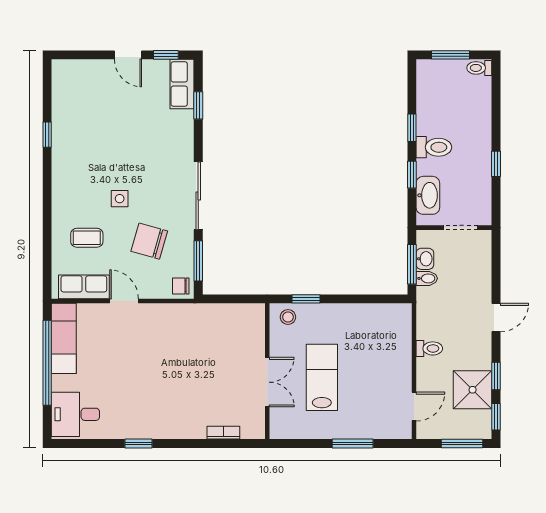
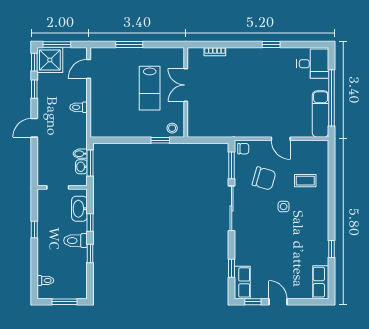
toilet: (479, 68) -> (45, 280), moved
row of seats: (84, 287) -> (321, 282), moved, turned 90
shower: (473, 390) -> (50, 60), moved

